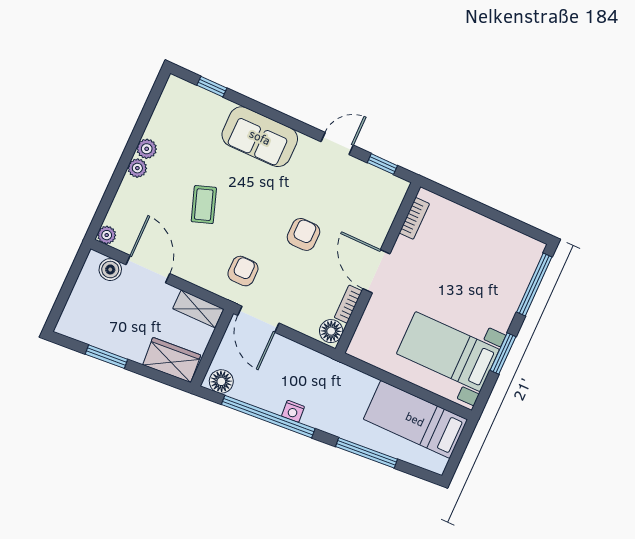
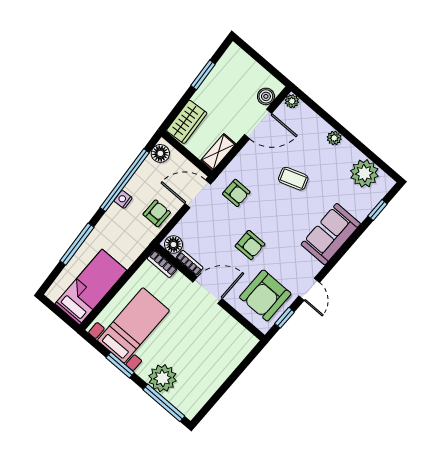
plant: (147, 149) -> (364, 173), moved, width x1.88, depth x1.88
armchair: (361, 197) -> (265, 295), added
bookcase: (414, 218) -> (162, 264), moved
plant: (504, 295) -> (162, 378), added
armchair: (298, 364) -> (157, 213), added

